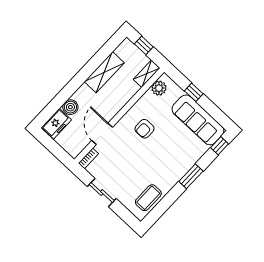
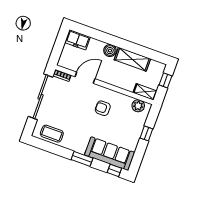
boiler: (70, 107) -> (110, 51), moved
sofa: (198, 120) -> (109, 154), moved, turned 90
sliding door: (102, 193) -> (41, 97), width x1.86

